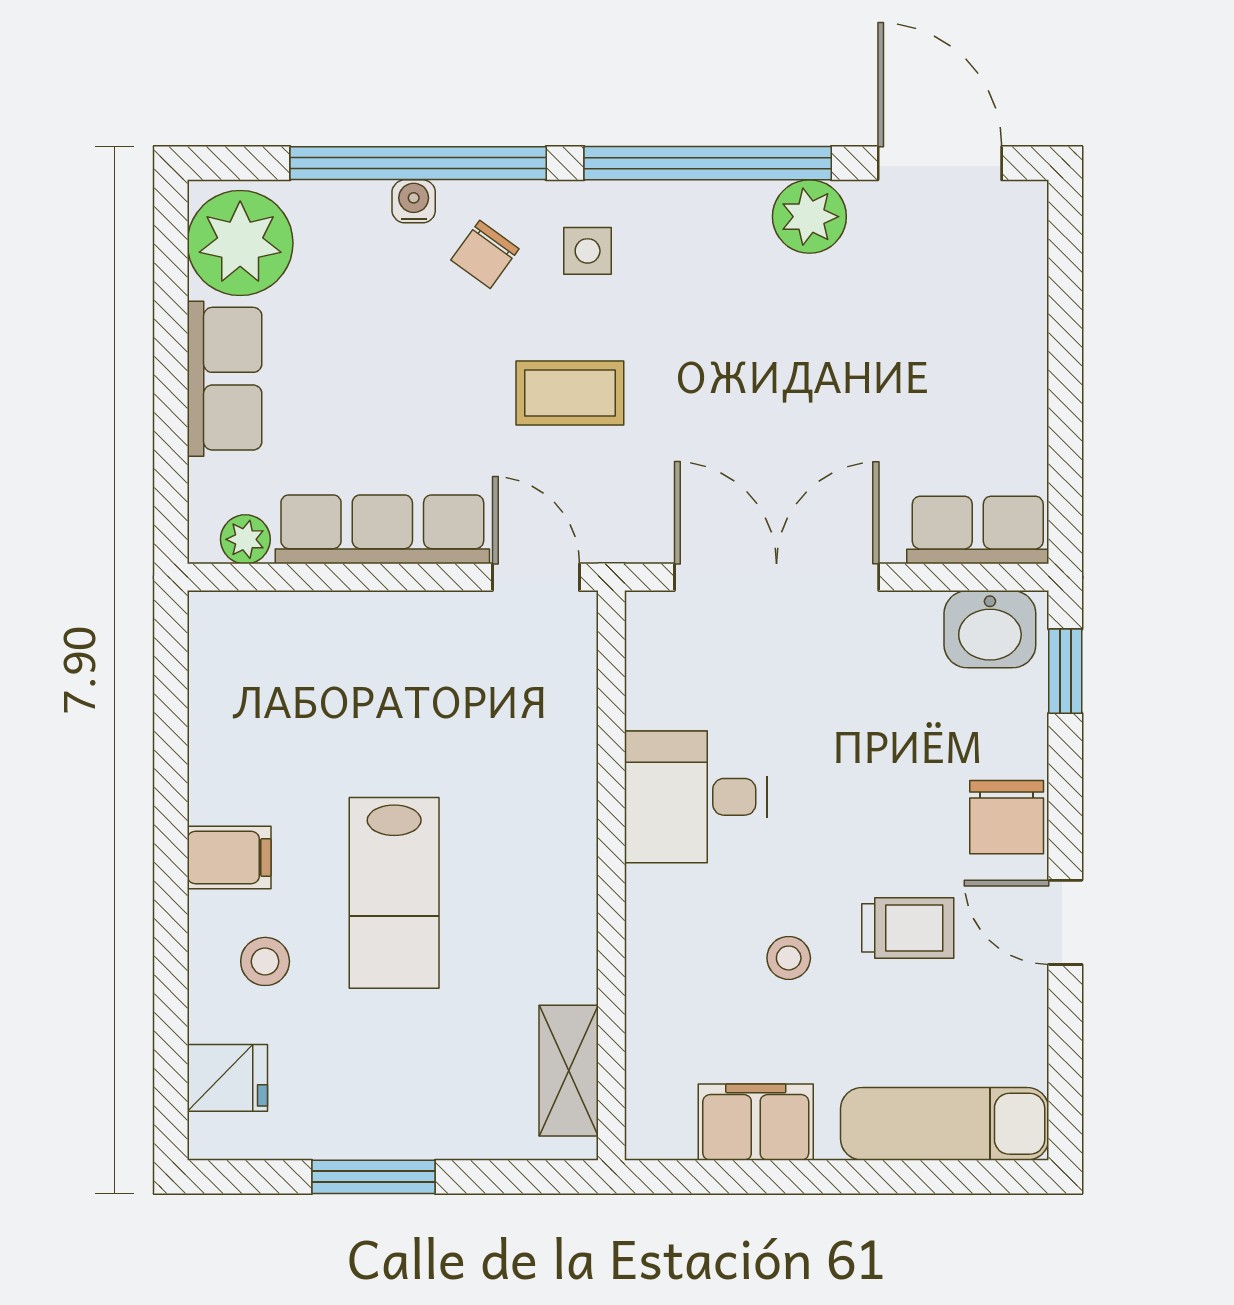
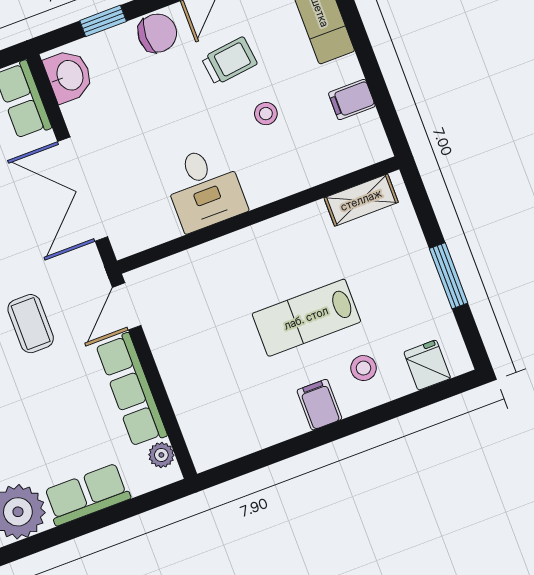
window: (1065, 671) -> (103, 21), moved
lab bench: (394, 893) -> (306, 318), turned 180
trolley: (908, 928) -> (229, 61), turned 83
filing cabinet: (756, 1122) -> (352, 100), width x0.50

